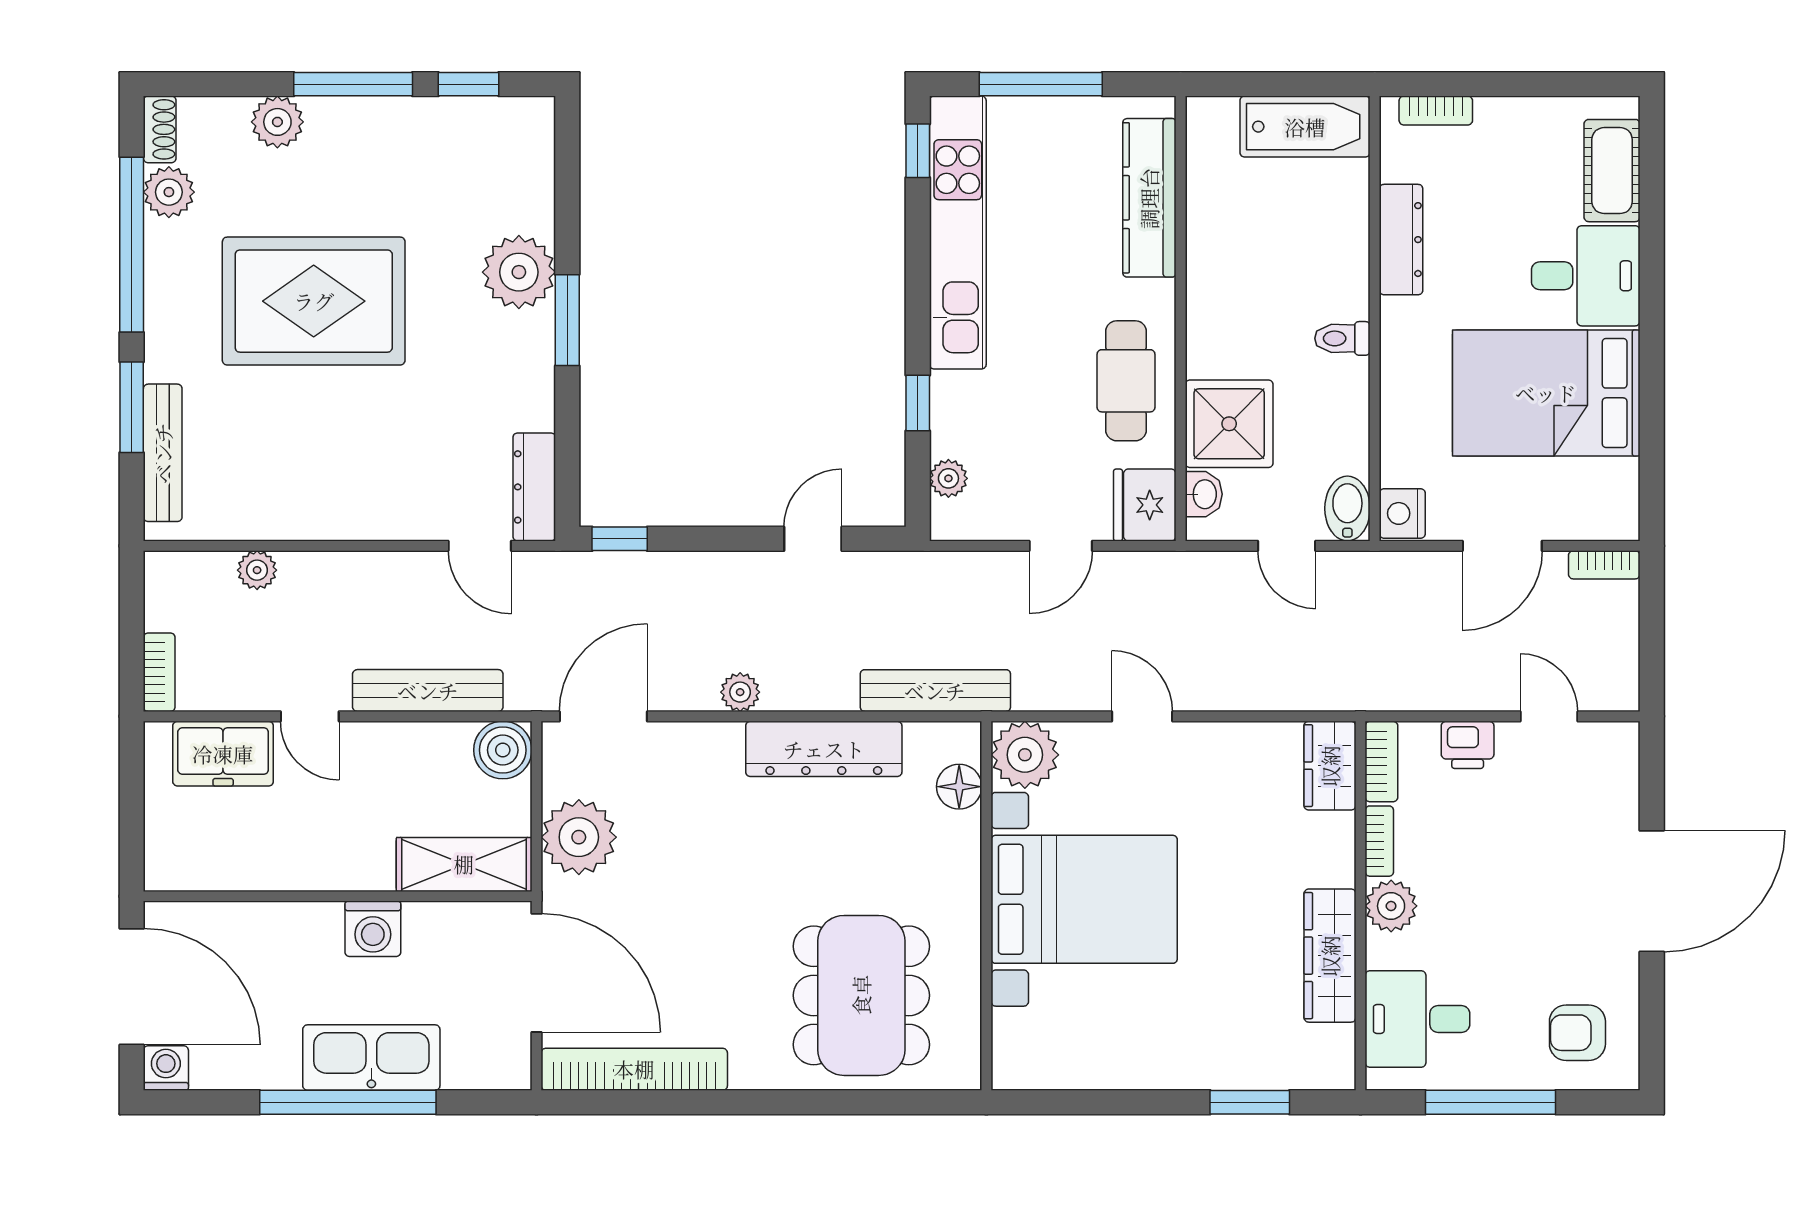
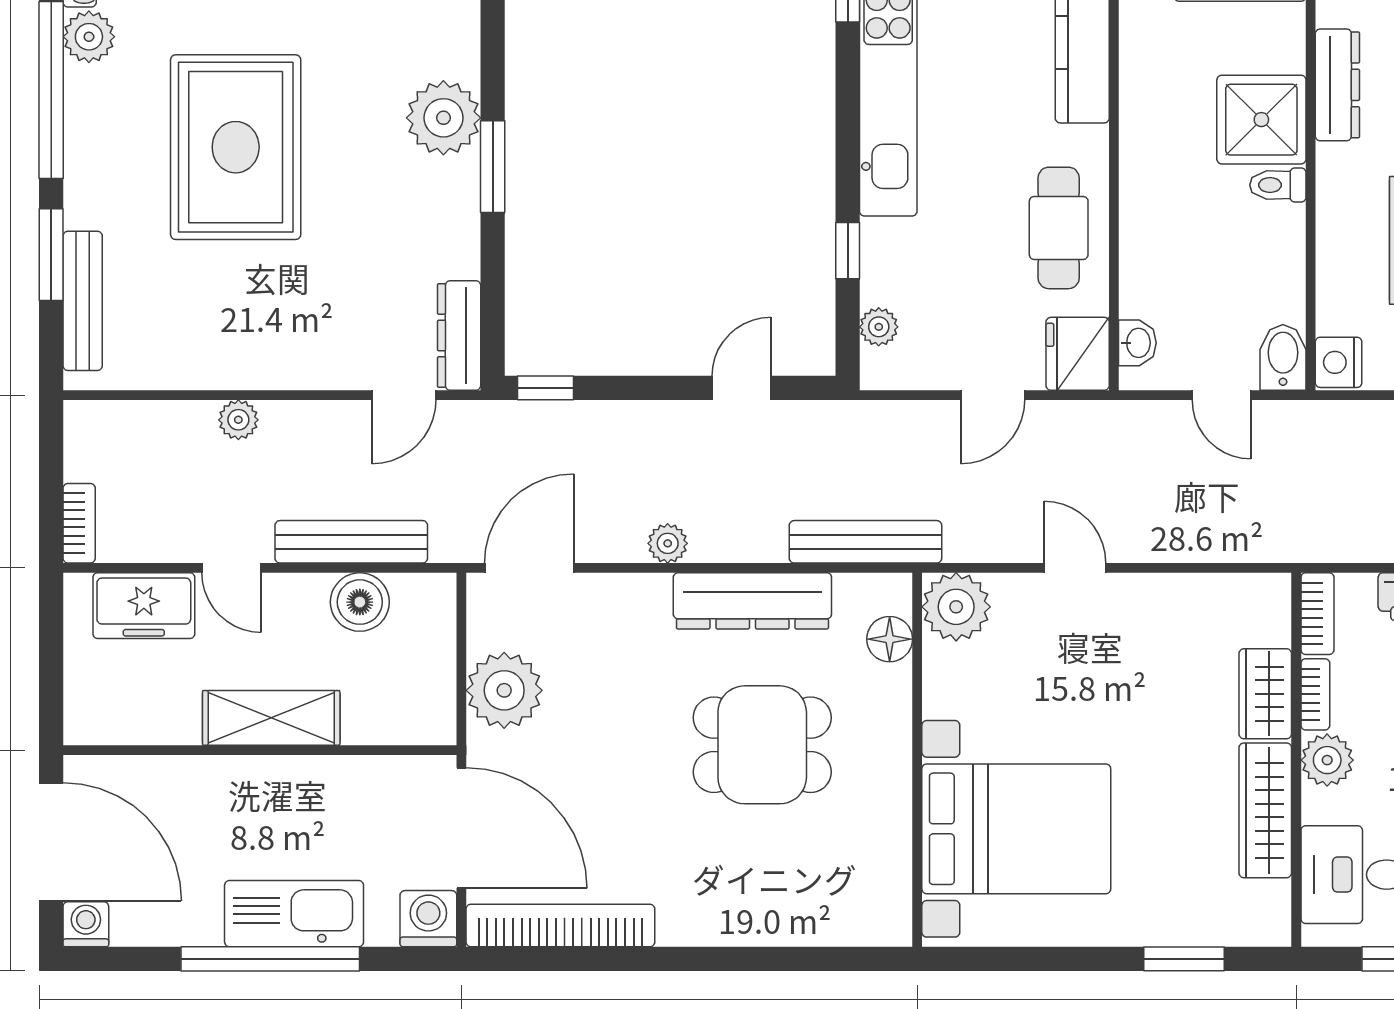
rug: (314, 301) -> (236, 147), turned 90
shower: (1229, 424) -> (1261, 120), moved
door: (480, 546) -> (404, 395), hinge flipped
plant: (257, 570) -> (238, 420), moved
boiler: (503, 750) -> (360, 602), moved
wardrobe: (1330, 766) -> (1265, 694), moved
shelving: (464, 864) -> (271, 718), moved
bed with nightstands: (1084, 899) -> (1016, 829), moved
washing machine: (373, 929) -> (428, 919), moved, turned 180
dining table: (861, 995) -> (762, 745), moved, width x0.73

